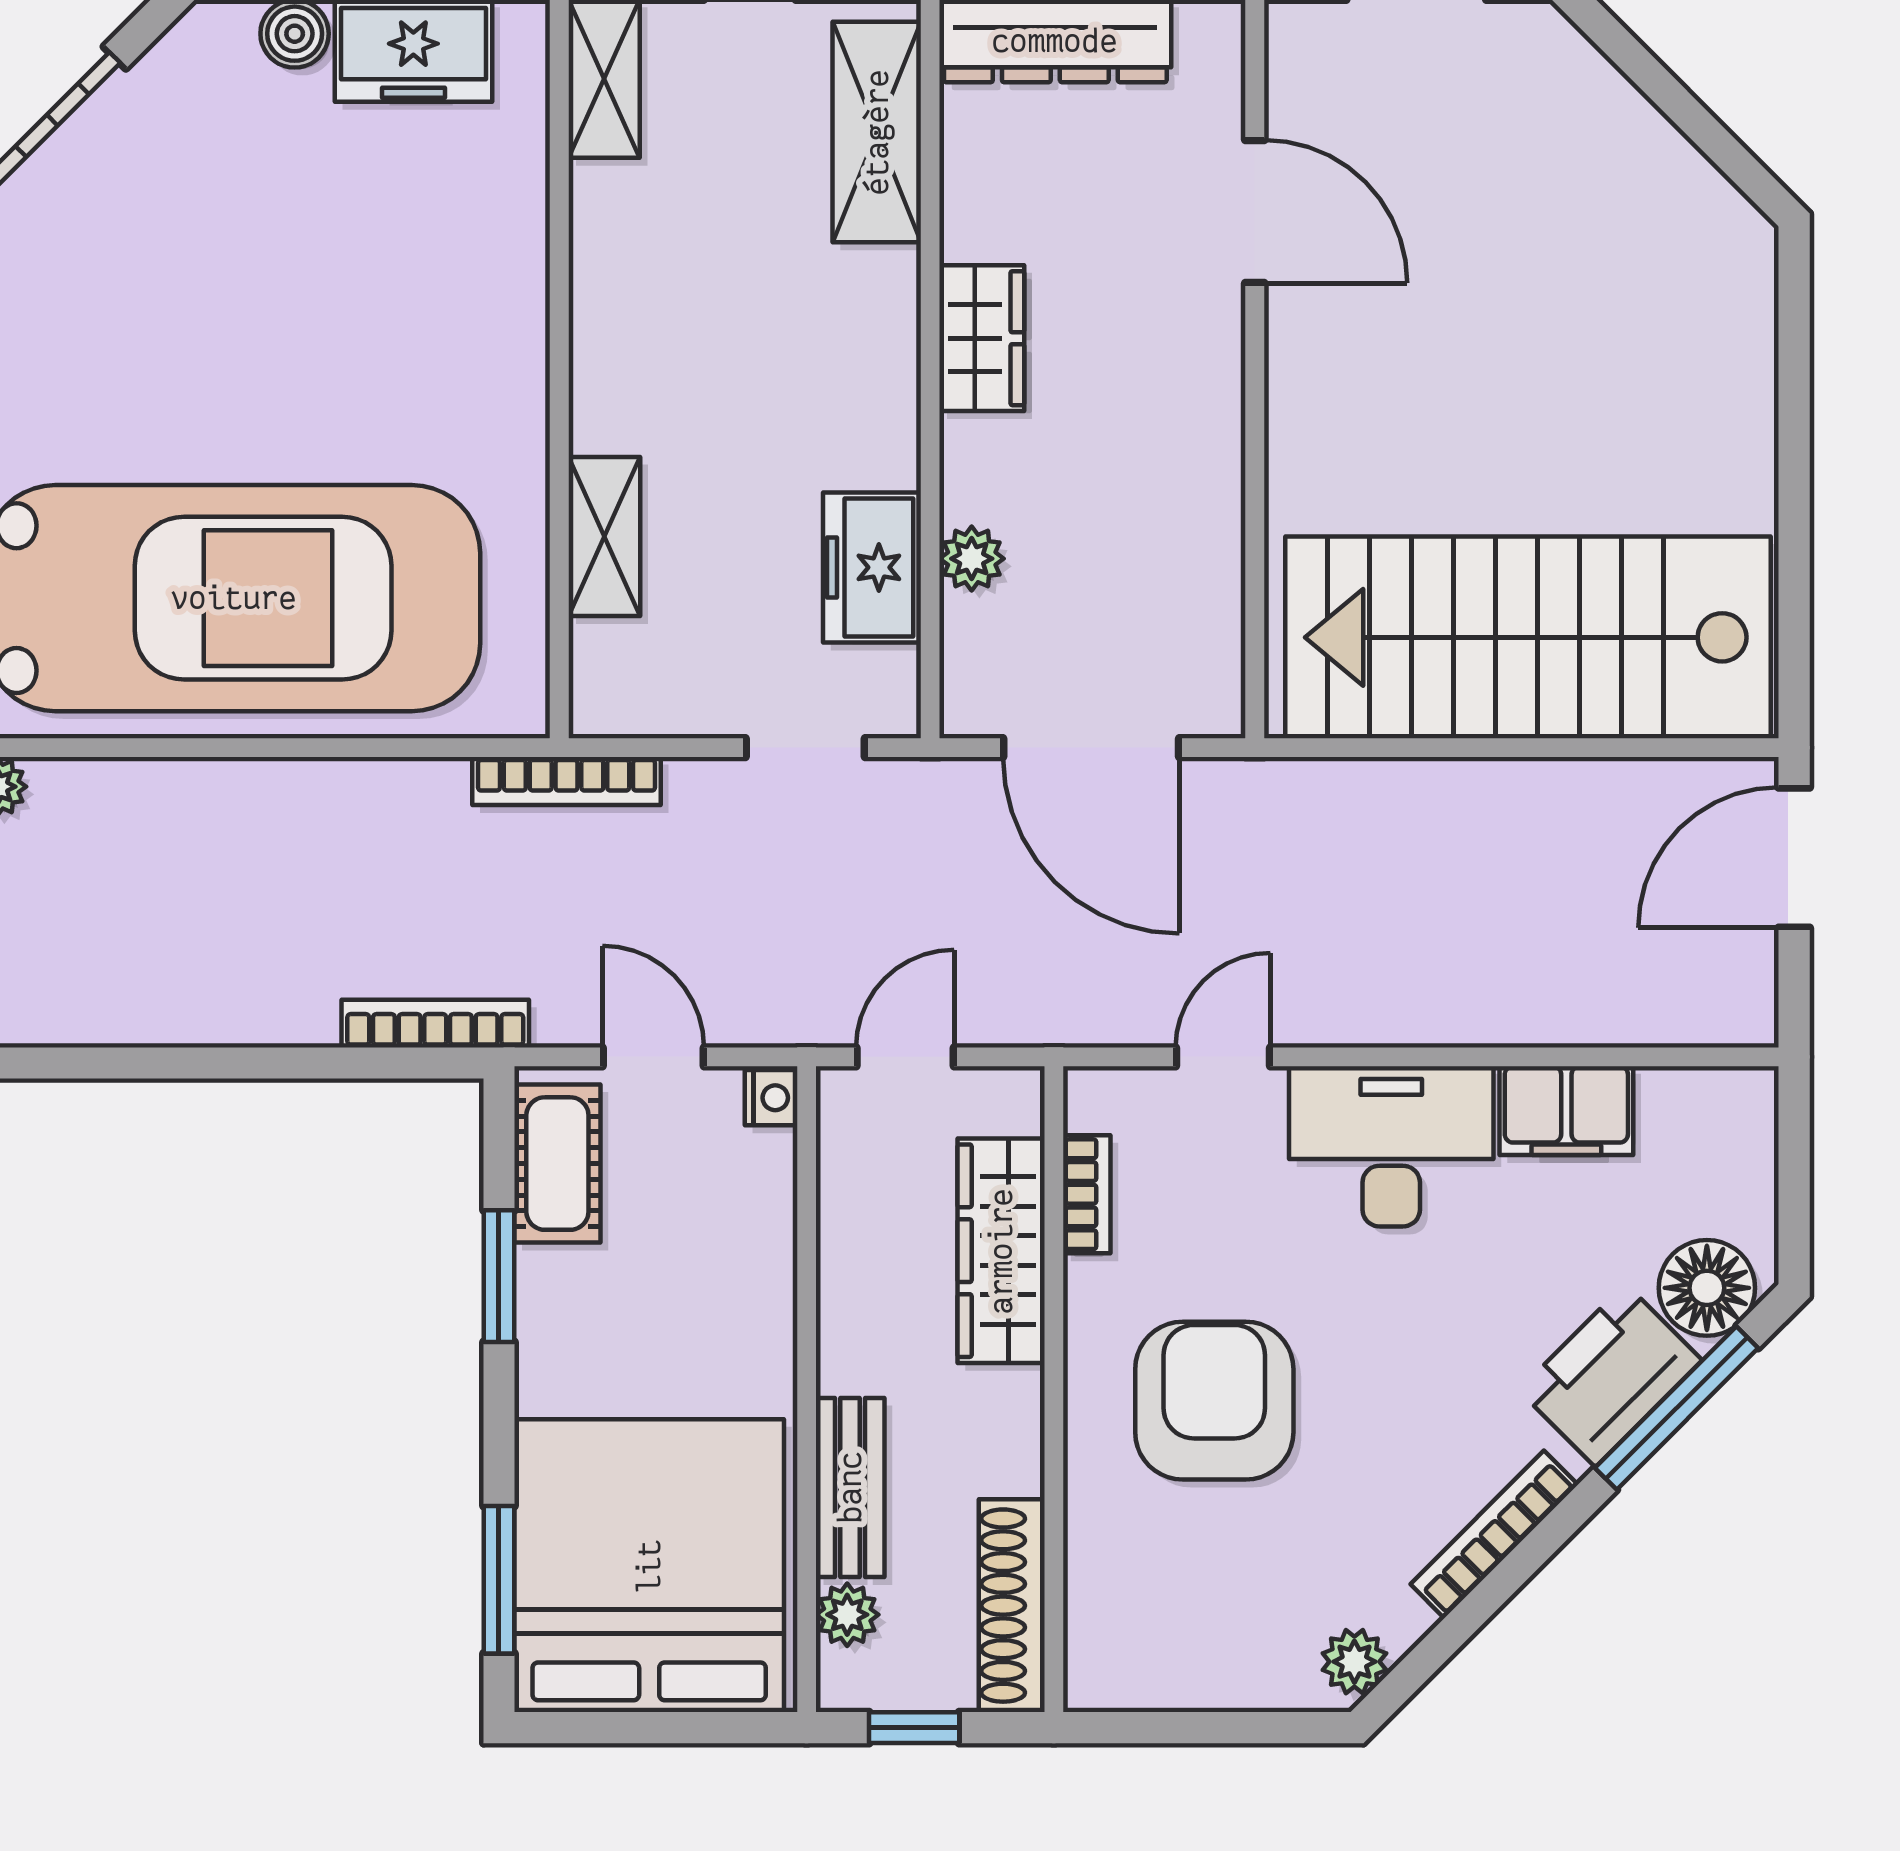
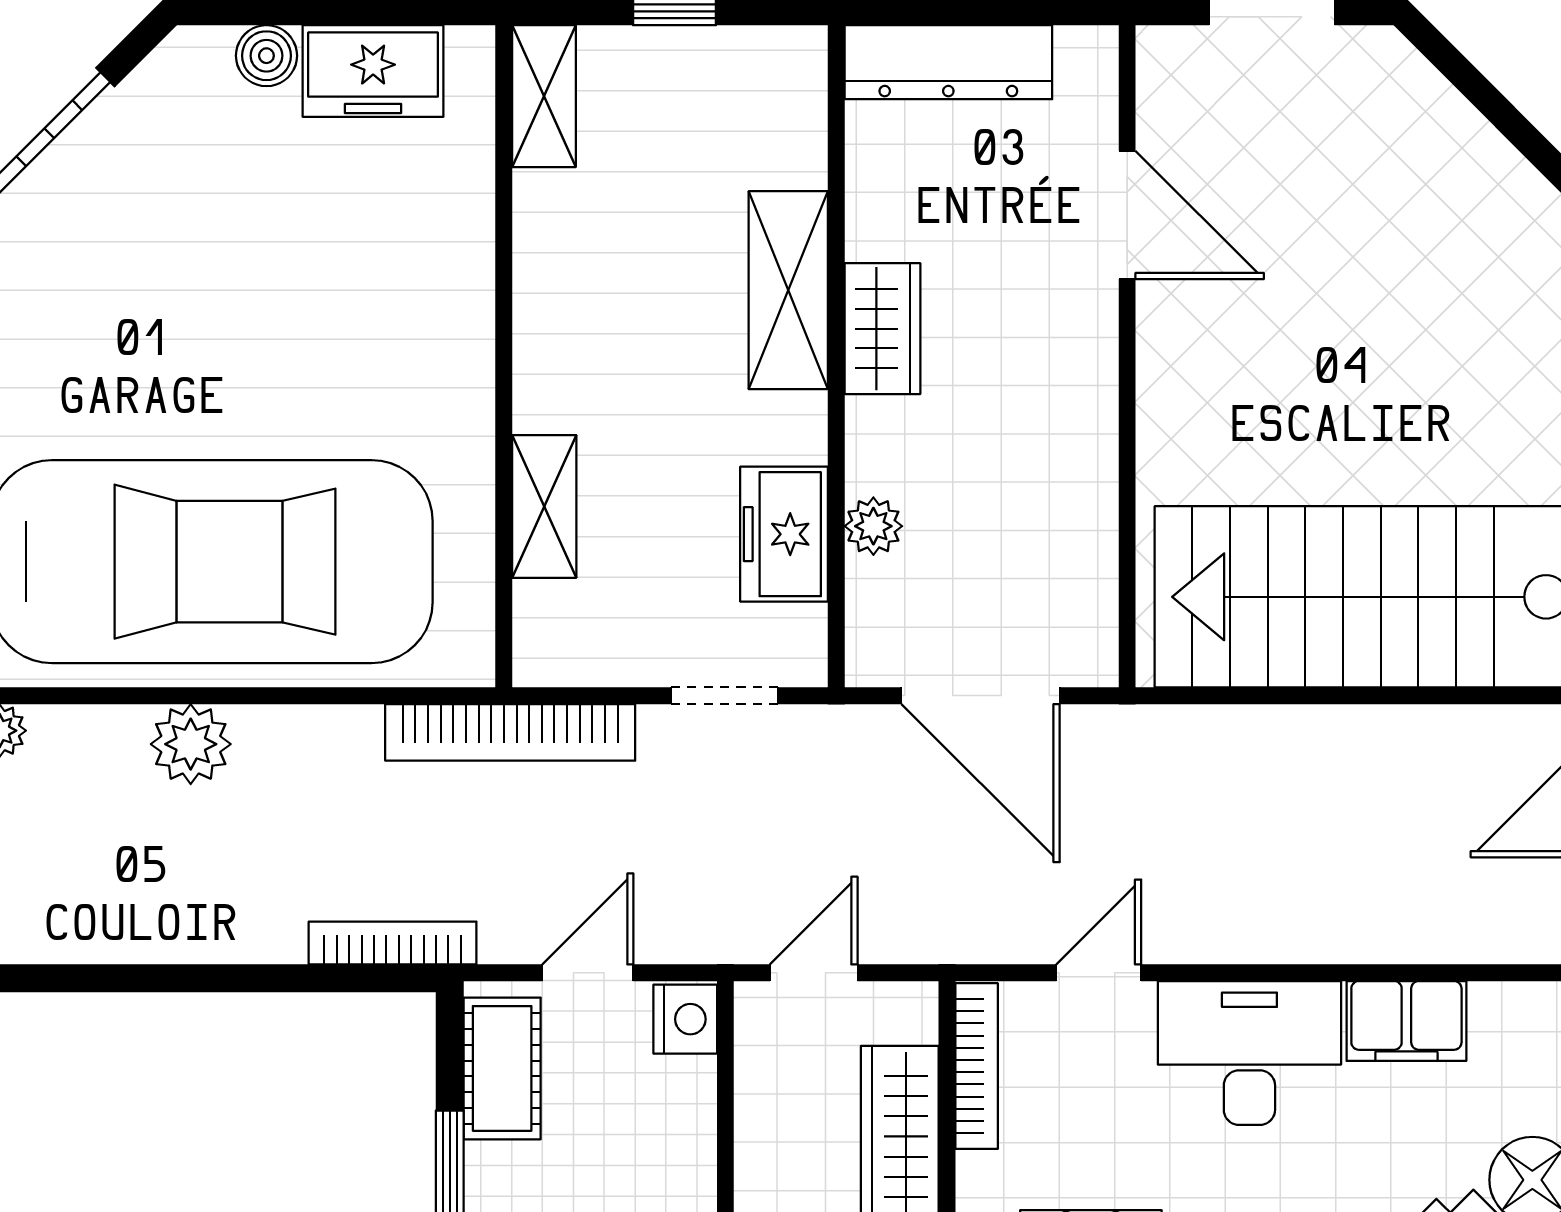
shelving: (877, 132) -> (788, 290), moved
bookcase: (566, 781) -> (510, 732), width x1.48, depth x1.31
plant: (210, 802) -> (191, 744), added
door: (653, 1057) -> (588, 973), hinge flipped
nightstand: (771, 1098) -> (685, 1019), width x1.39, depth x1.35
bookcase: (1087, 1194) -> (977, 1066), width x1.56

